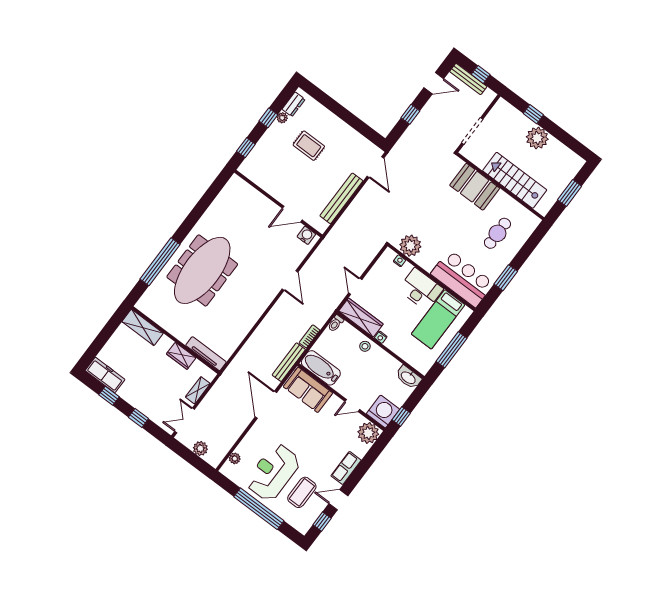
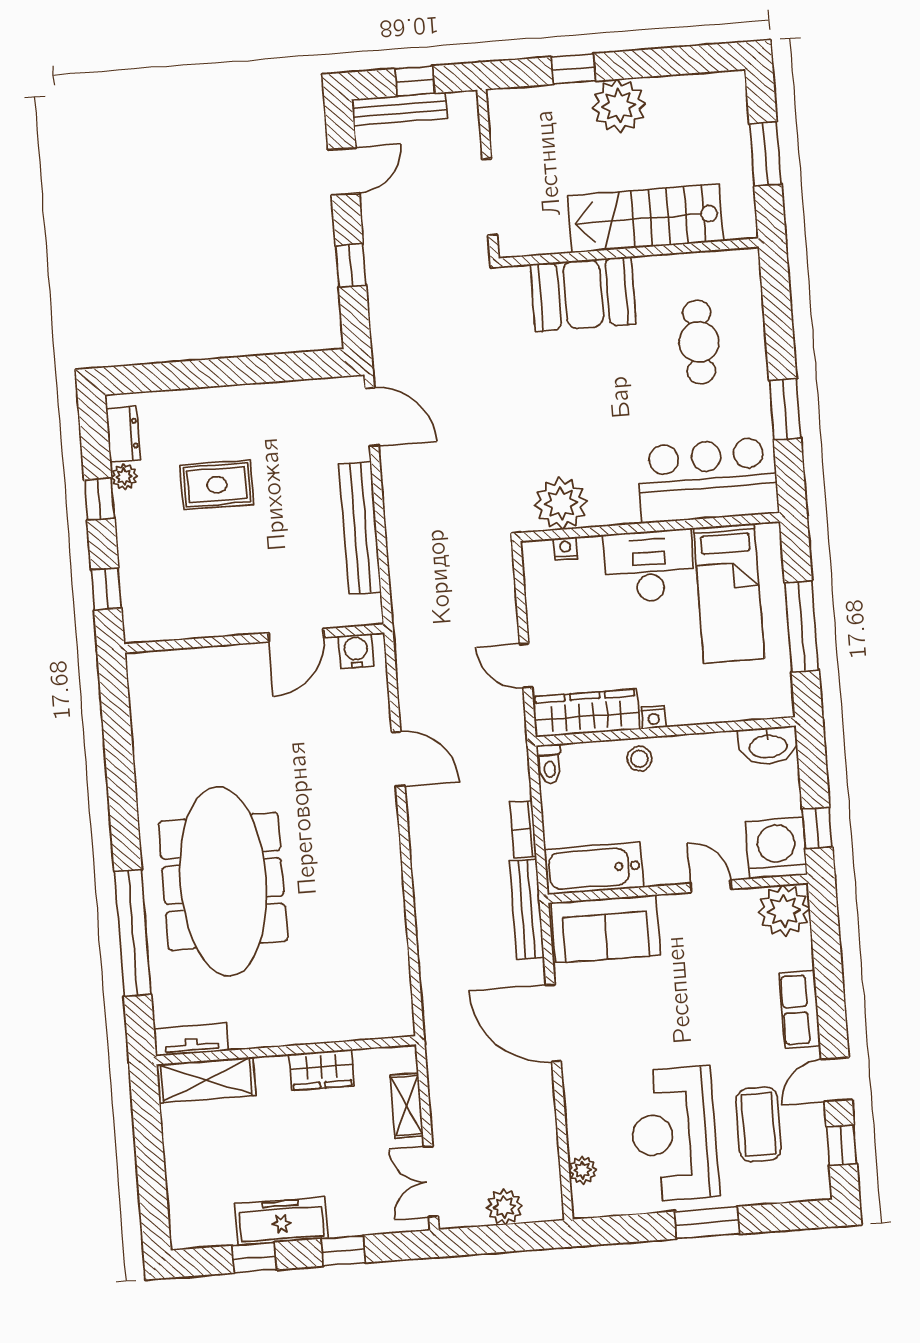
tv unit: (206, 354) -> (191, 1040), moved, width x0.71
freezer: (105, 375) -> (281, 1221), moved
door: (352, 405) -> (711, 886), swing flipped
window: (259, 509) -> (707, 1223), width x0.47

